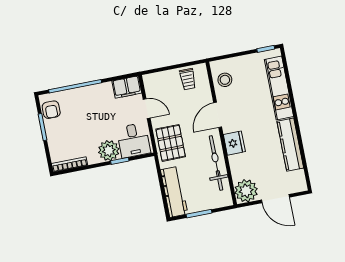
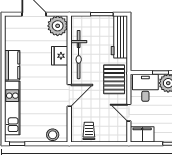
stool: (225, 80) -> (53, 135), moved
fridge: (234, 143) -> (60, 56), moved
kitchen counter: (290, 145) -> (12, 65), width x0.67

